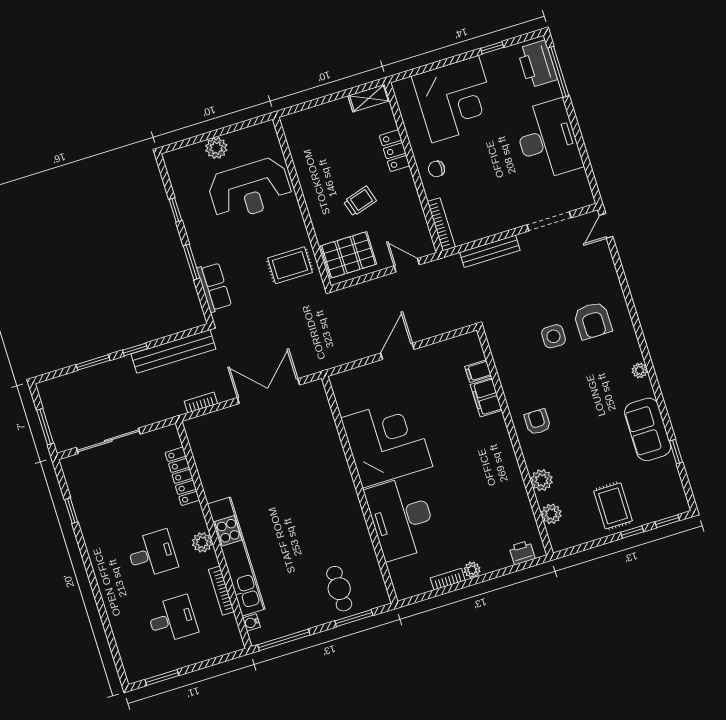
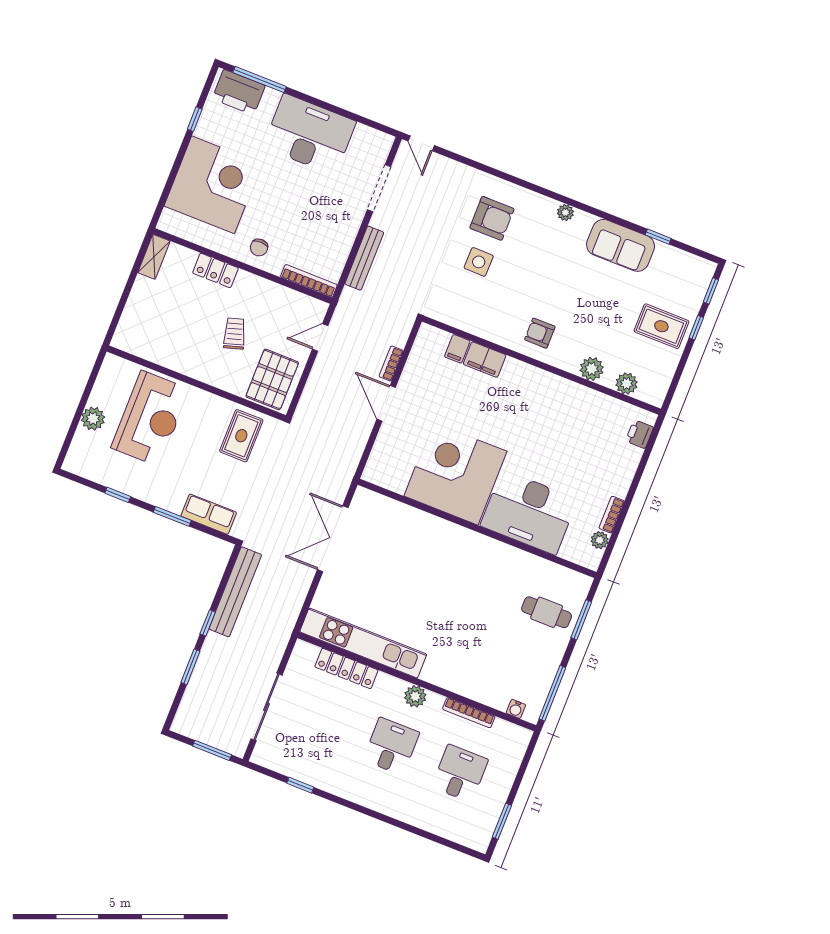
bookcase: (201, 402) -> (391, 364), moved
kitchen unit: (236, 557) -> (363, 643), moved
plant: (472, 570) -> (600, 540), moved

